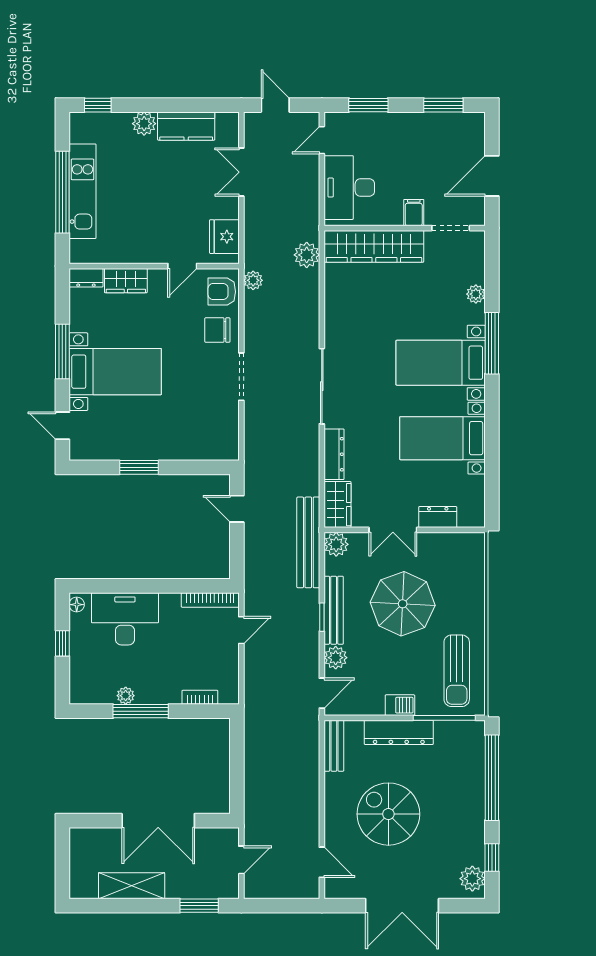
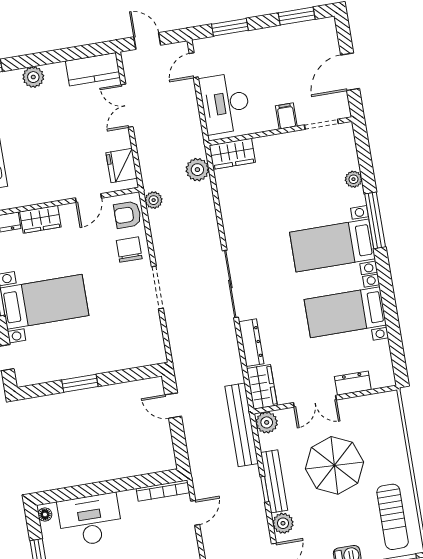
kitchen counter: (186, 126) -> (93, 69), moved
wardrobe: (374, 246) -> (232, 154), width x0.48, depth x0.85
chair: (217, 330) -> (129, 250), turned 90

